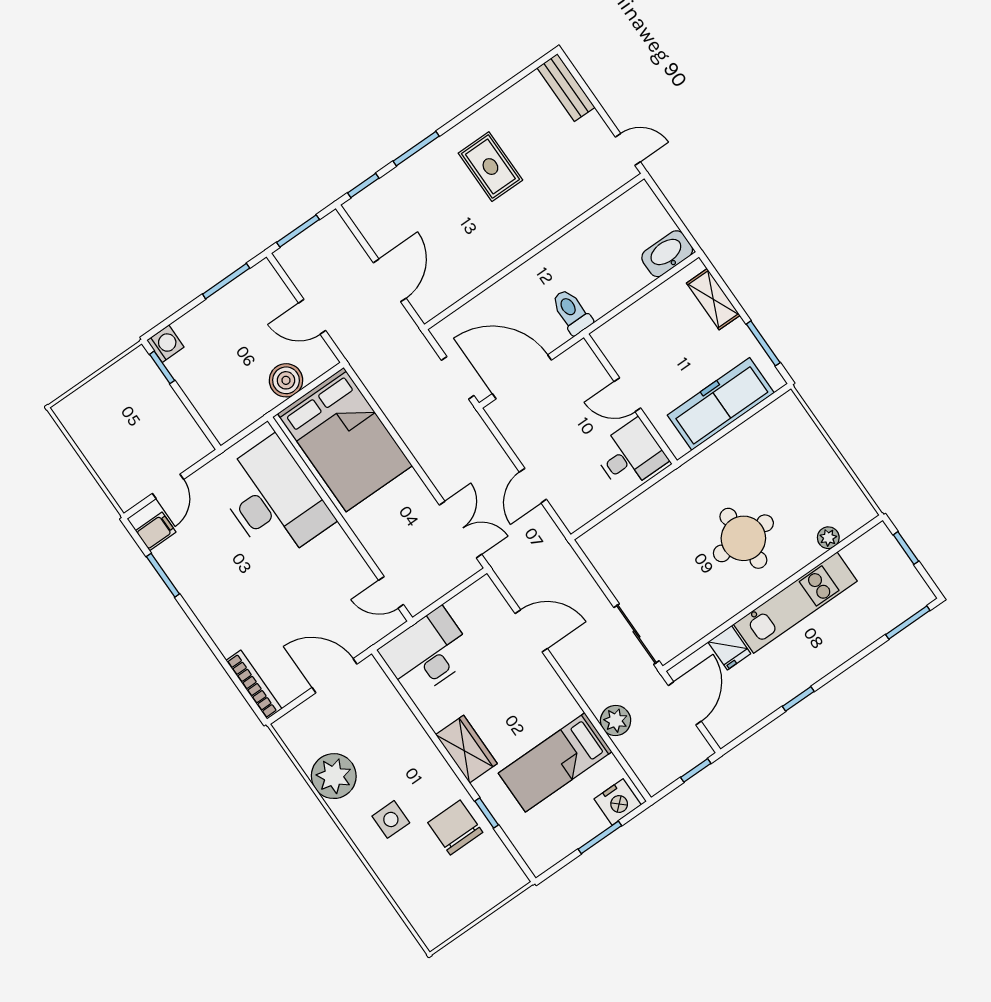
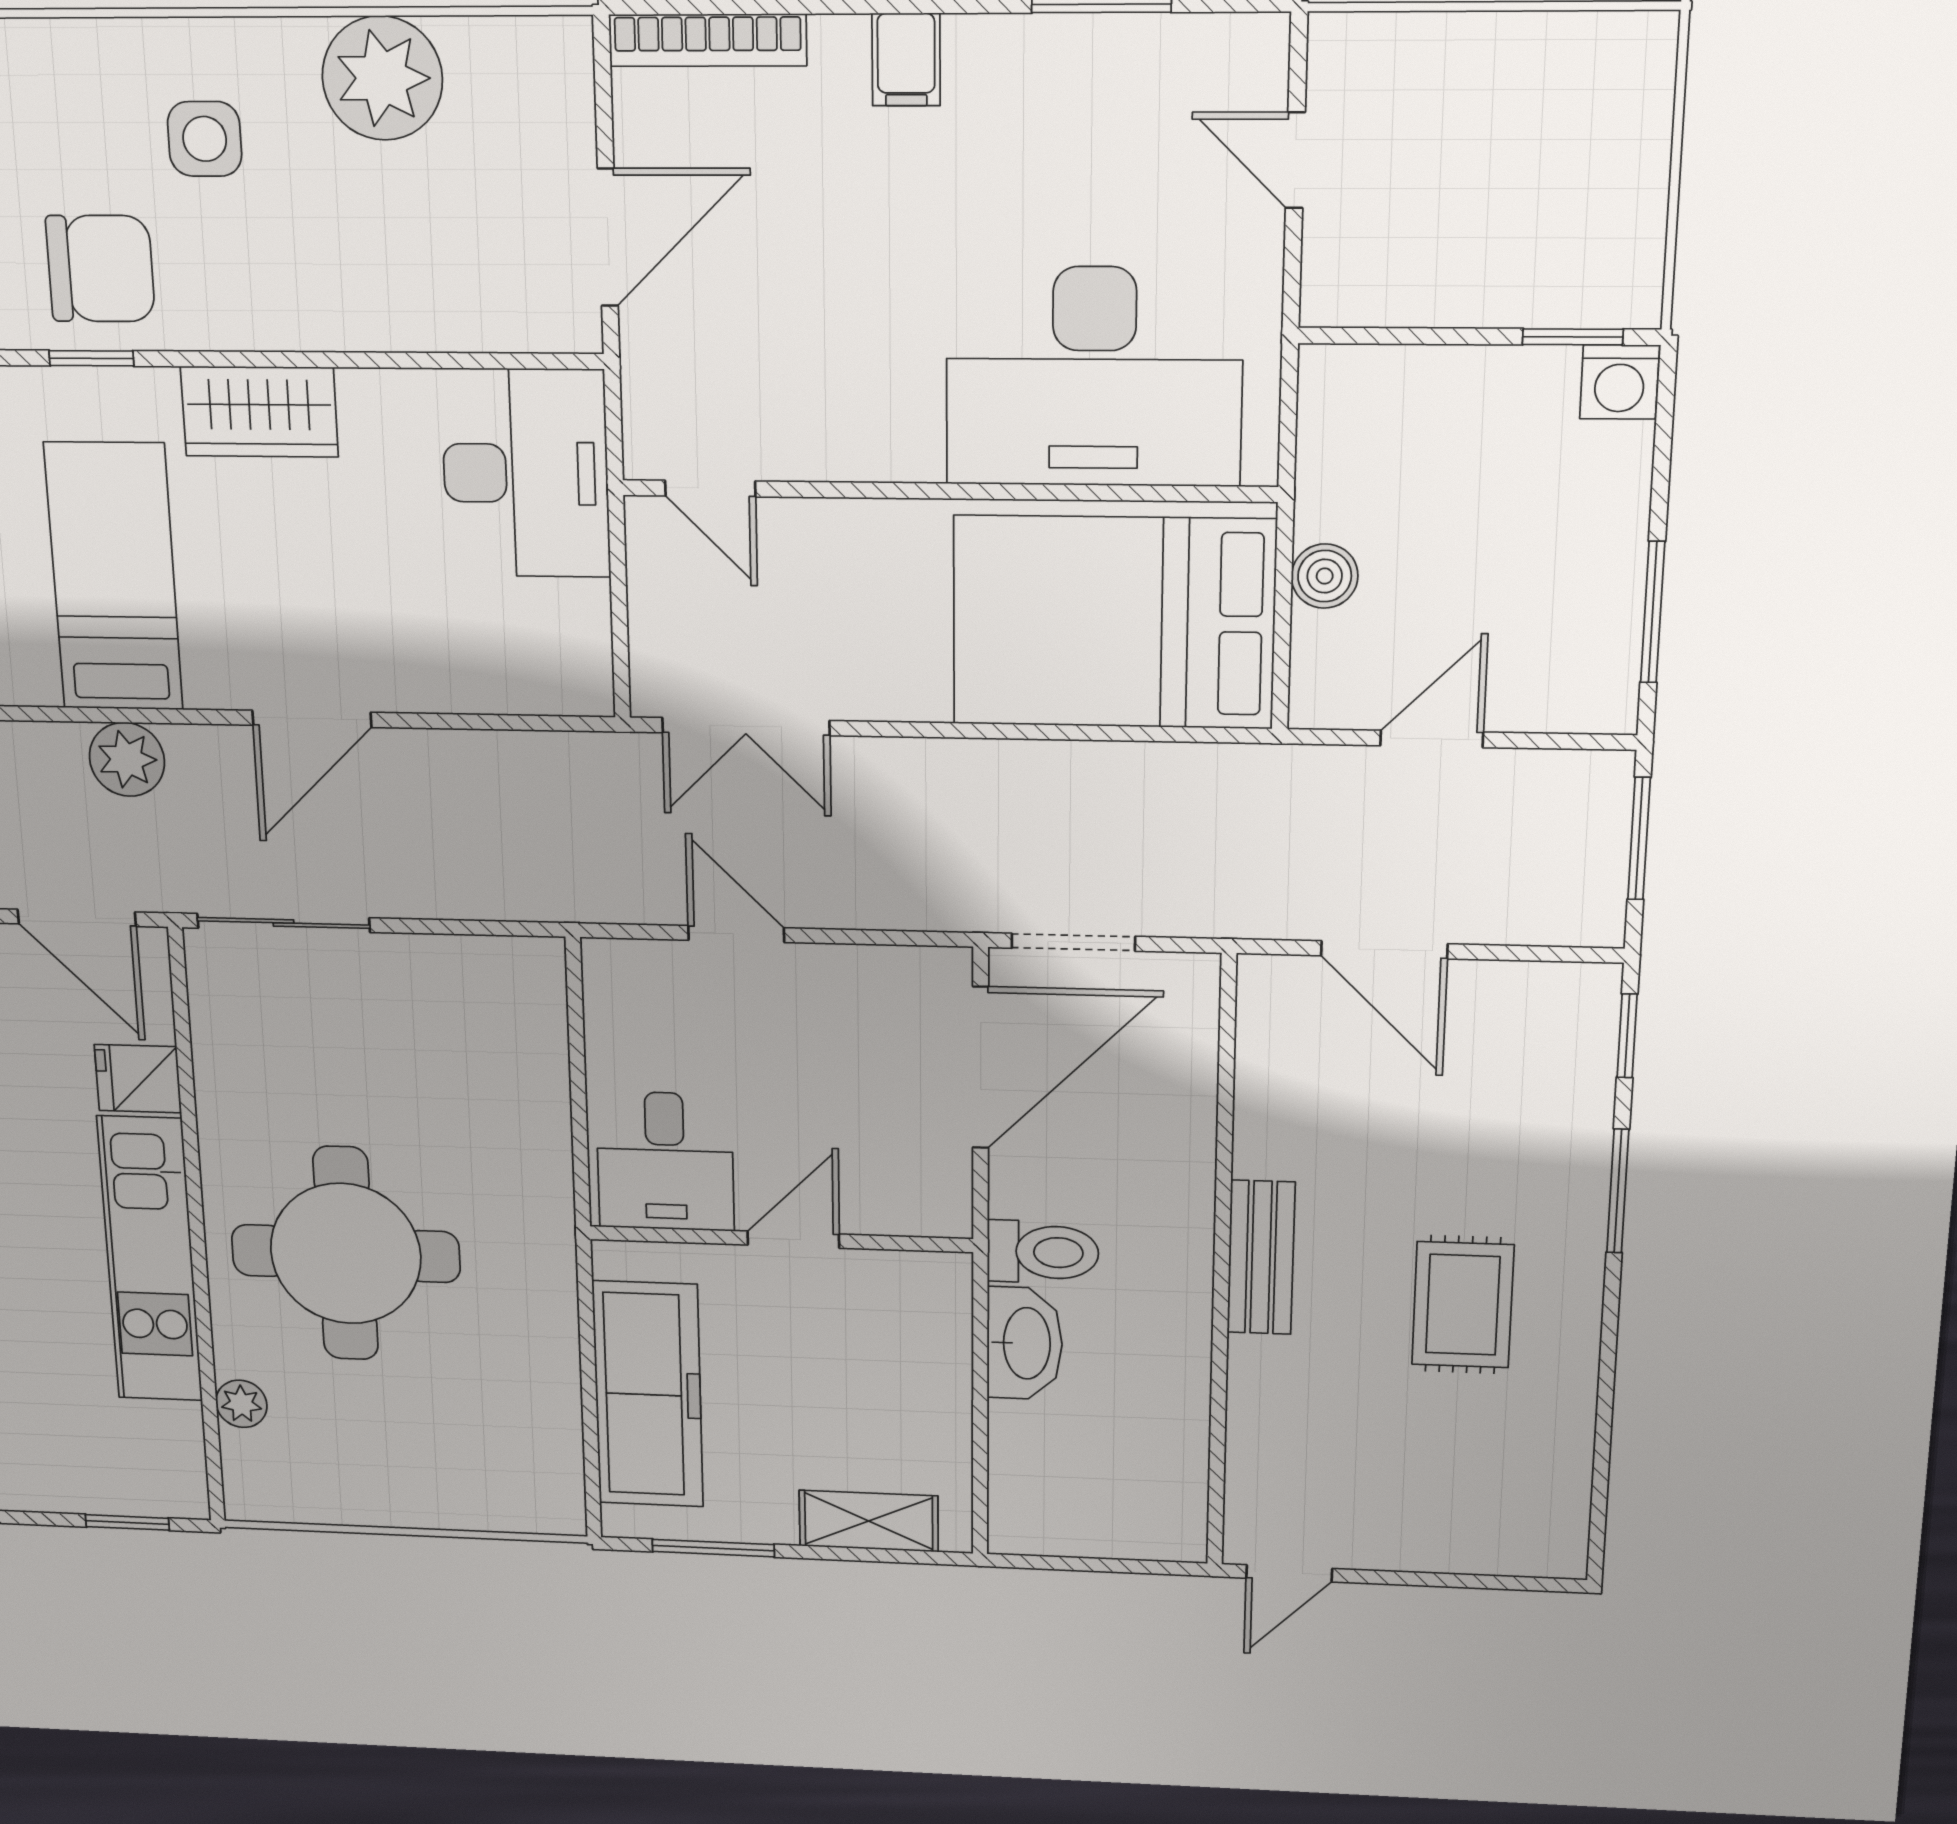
bench: (566, 88) -> (1261, 1257), moved, turned 90
rug: (490, 167) -> (1463, 1305), turned 90
washbasin: (667, 254) -> (1025, 1343), moved
boiler: (286, 380) -> (1325, 576), width x0.73, depth x0.73
filing cabinet: (156, 531) -> (906, 60), moved
round table: (743, 538) -> (346, 1254), width x1.36, depth x1.36
door: (391, 592) -> (710, 489), swing flipped
door: (531, 631) -> (312, 719), moved

